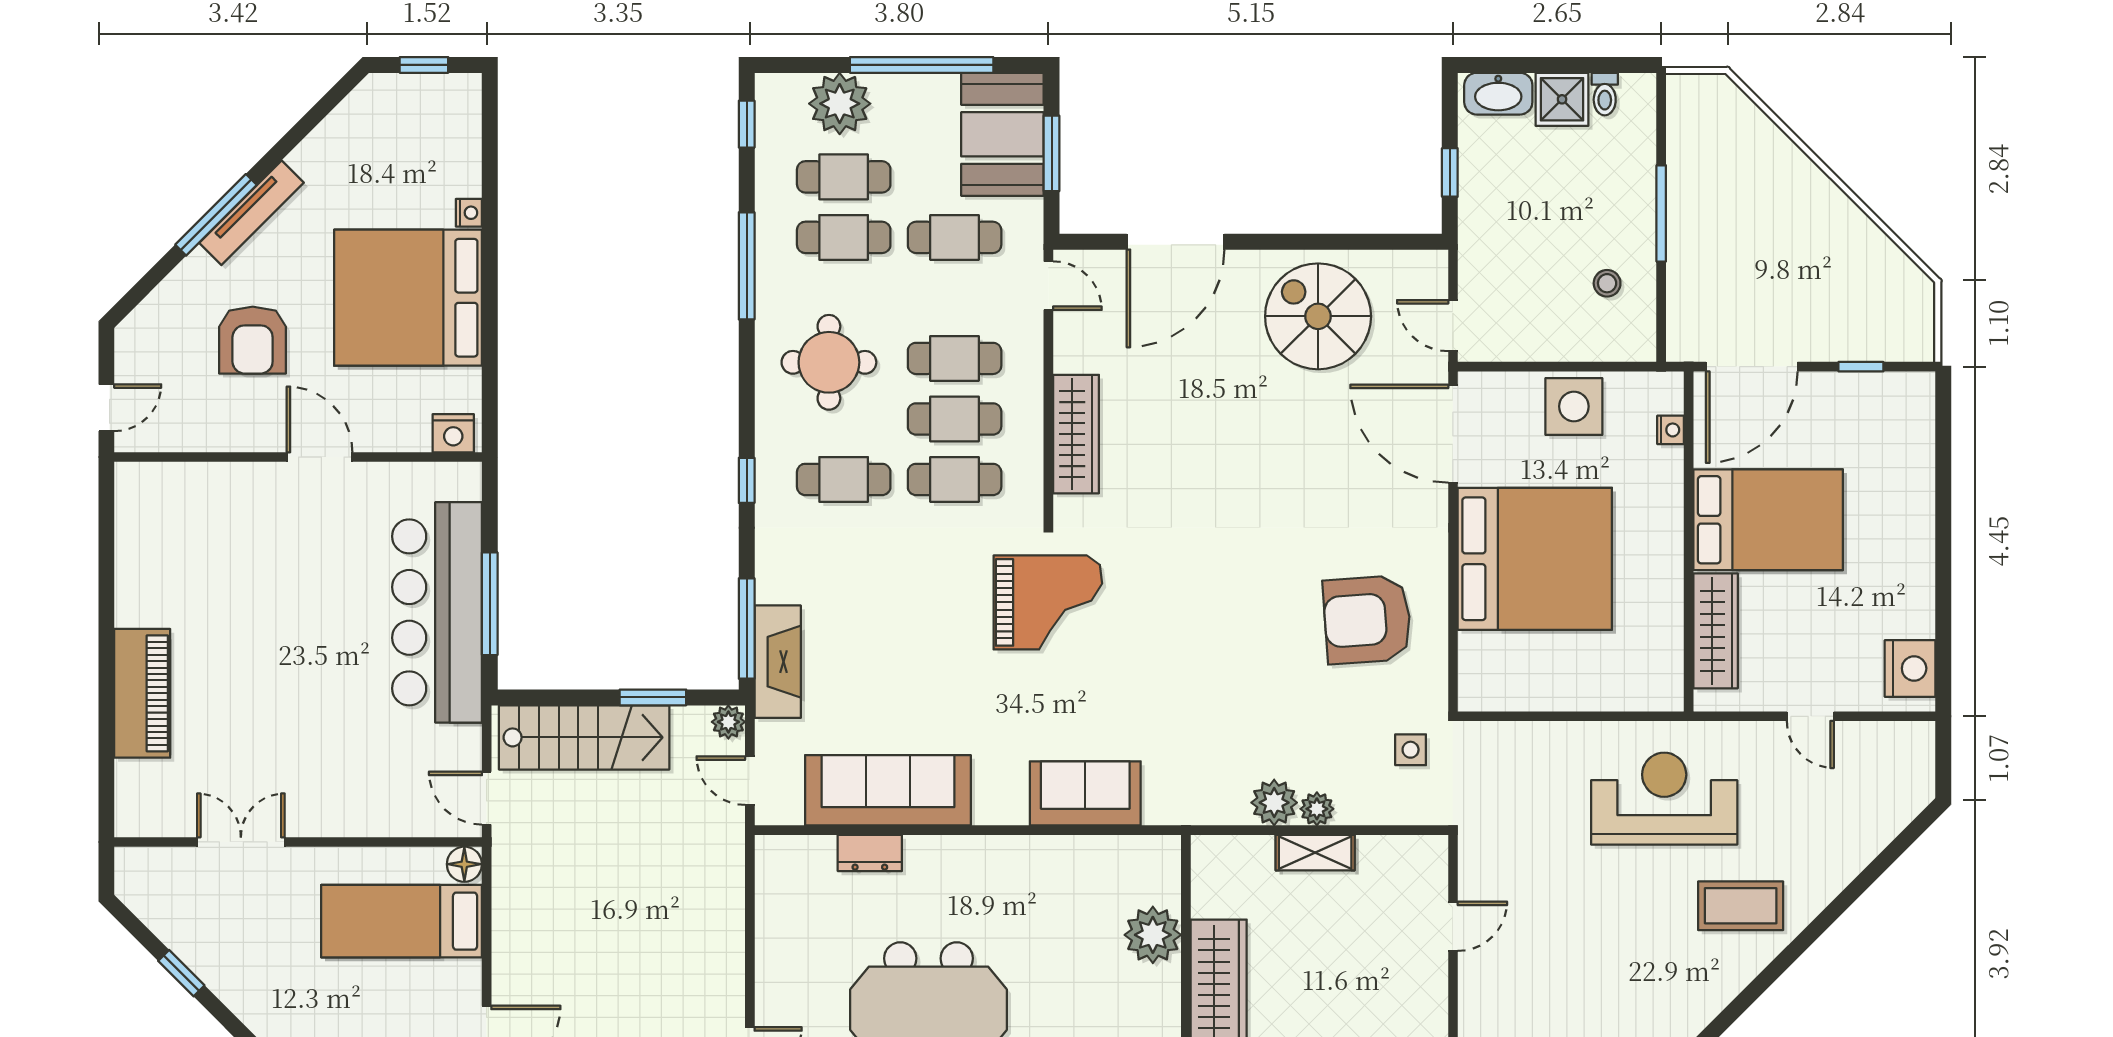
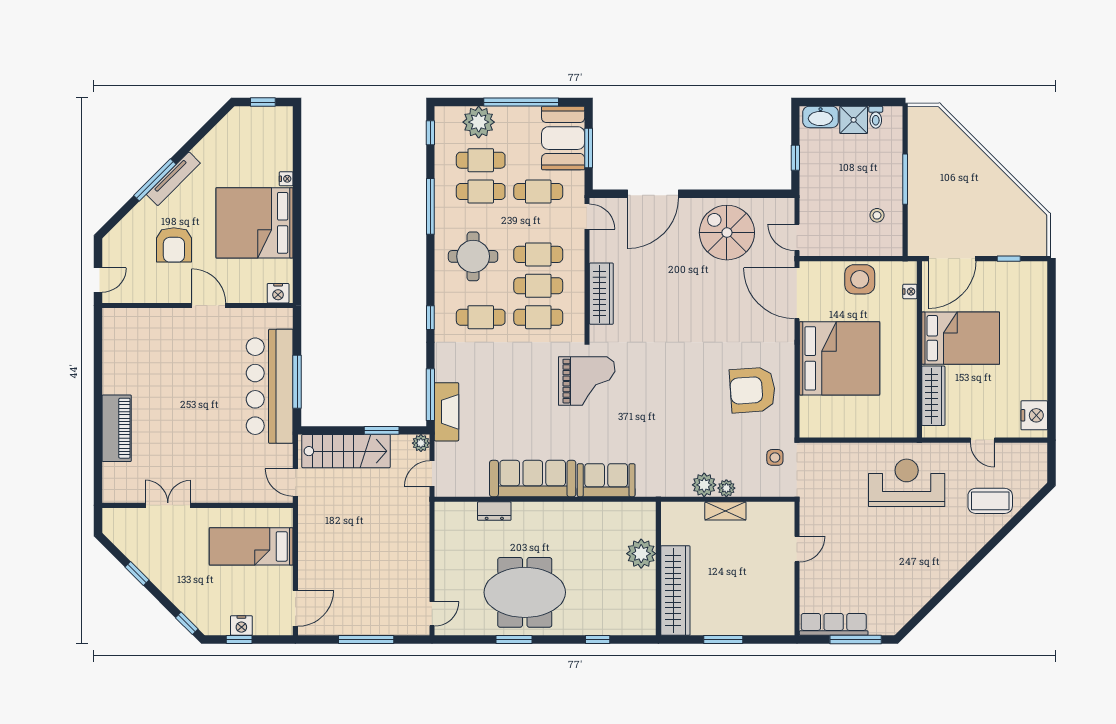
door: (750, 781) -> (432, 474), hinge flipped
sofa: (888, 790) -> (533, 479), moved
floor lamp: (464, 864) -> (284, 517), removed
coffee table: (1741, 906) -> (990, 501), moved

